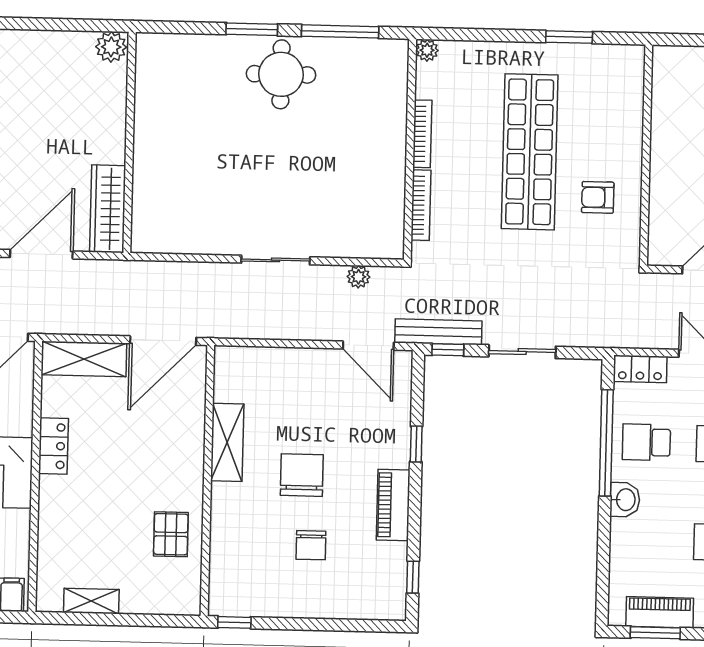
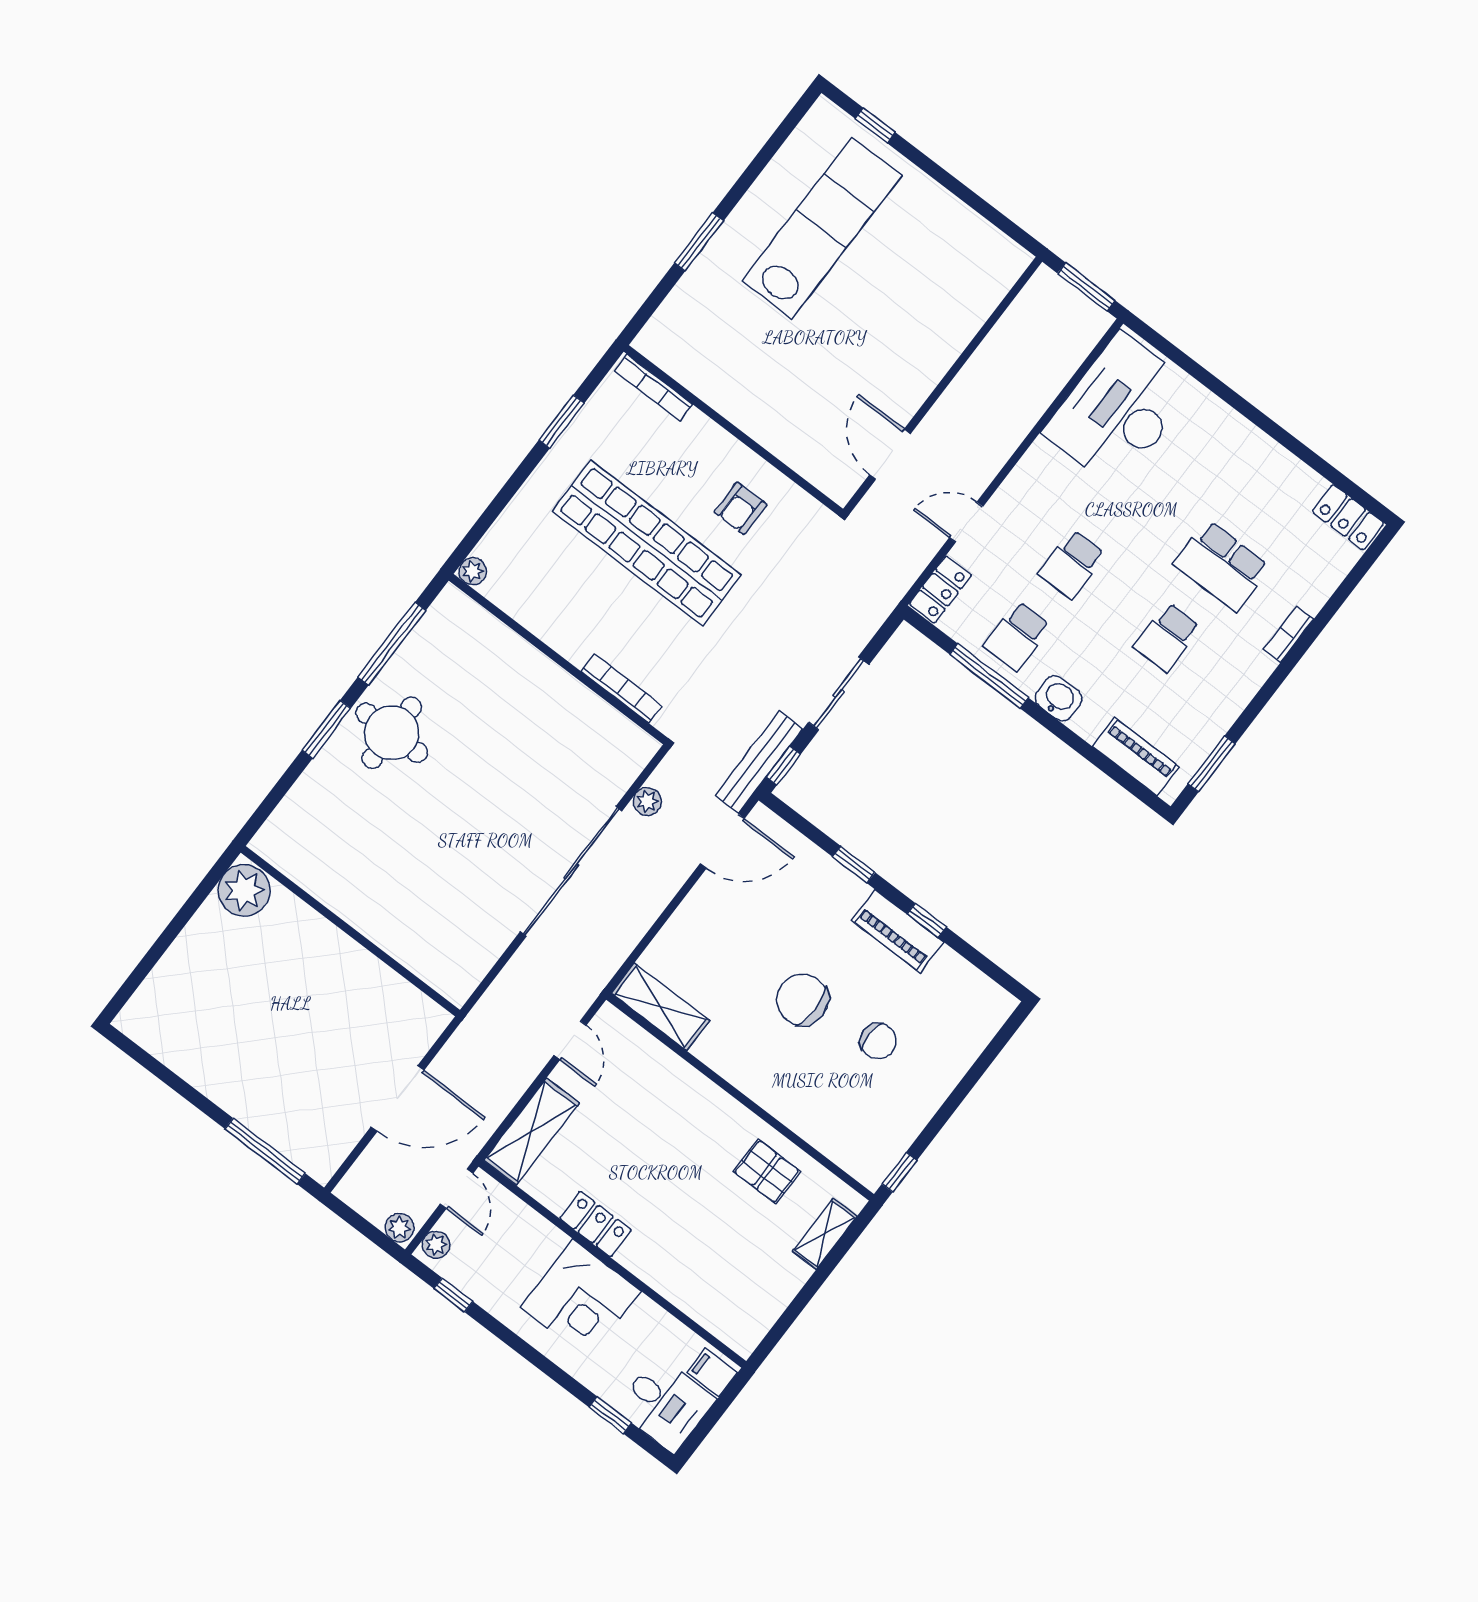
plant: (111, 47) -> (244, 890), width x1.36, depth x1.36
bookcase: (422, 134) -> (653, 388), moved, turned 180
wardrobe: (108, 209) -> (400, 1000), removed
door: (41, 254) -> (397, 1098), swing flipped
sliding door: (276, 260) -> (571, 871), width x1.86
door: (163, 341) -> (570, 1040), width x0.53
shelving: (227, 442) -> (660, 1007), moved
window: (606, 443) -> (989, 676), width x0.68
window: (413, 577) -> (927, 920), moved
shelving: (91, 601) -> (825, 1234), moved
piano: (660, 612) -> (1136, 757), moved, turned 90

